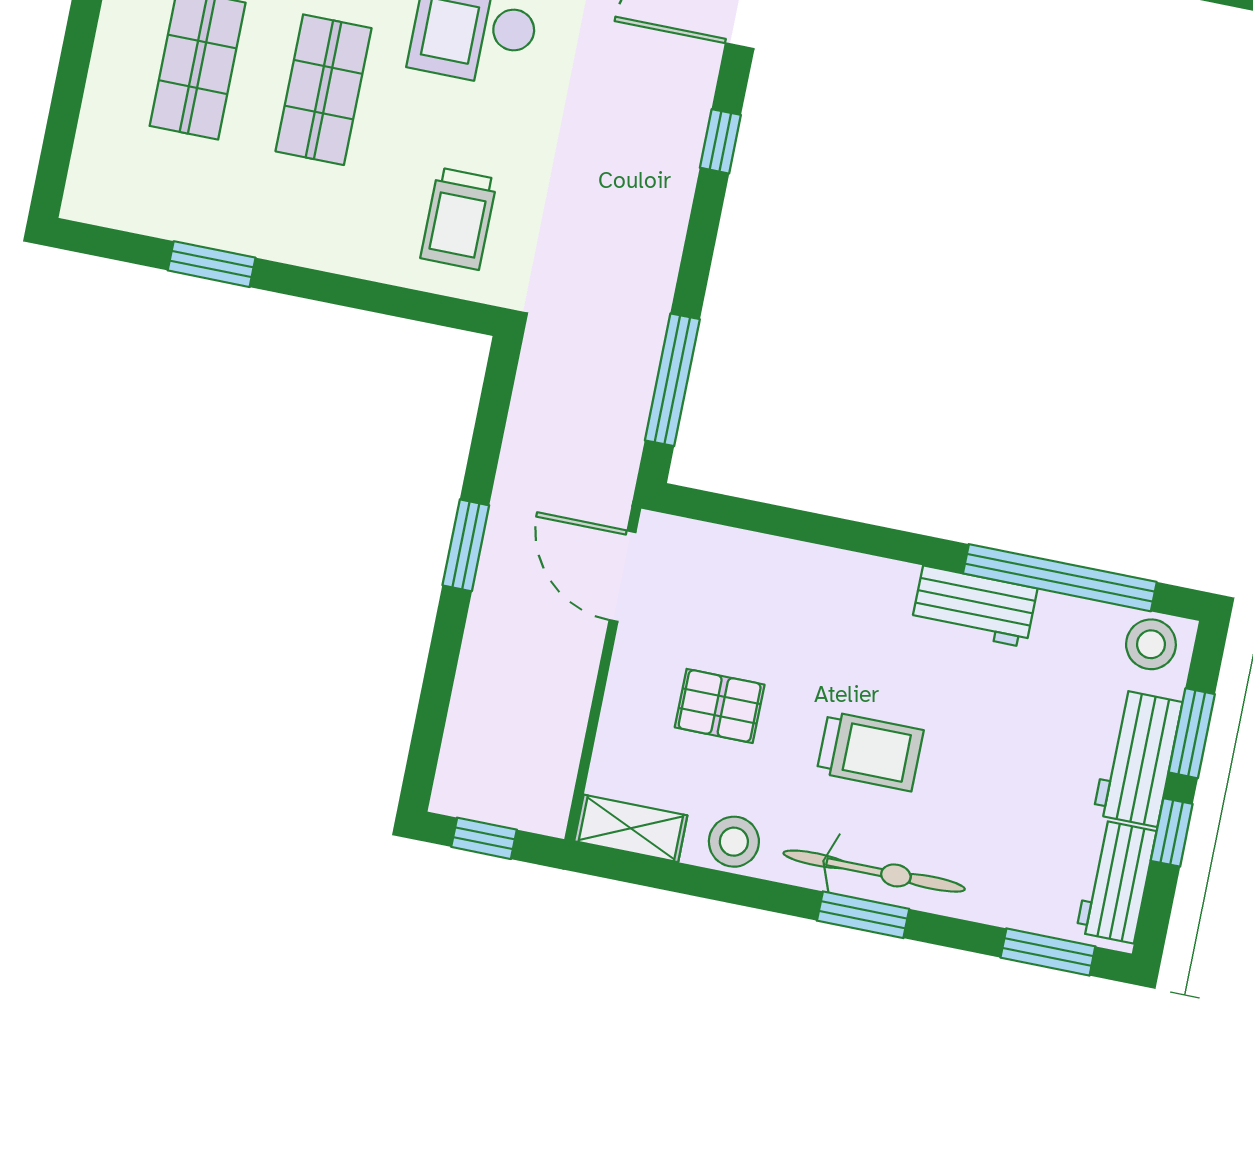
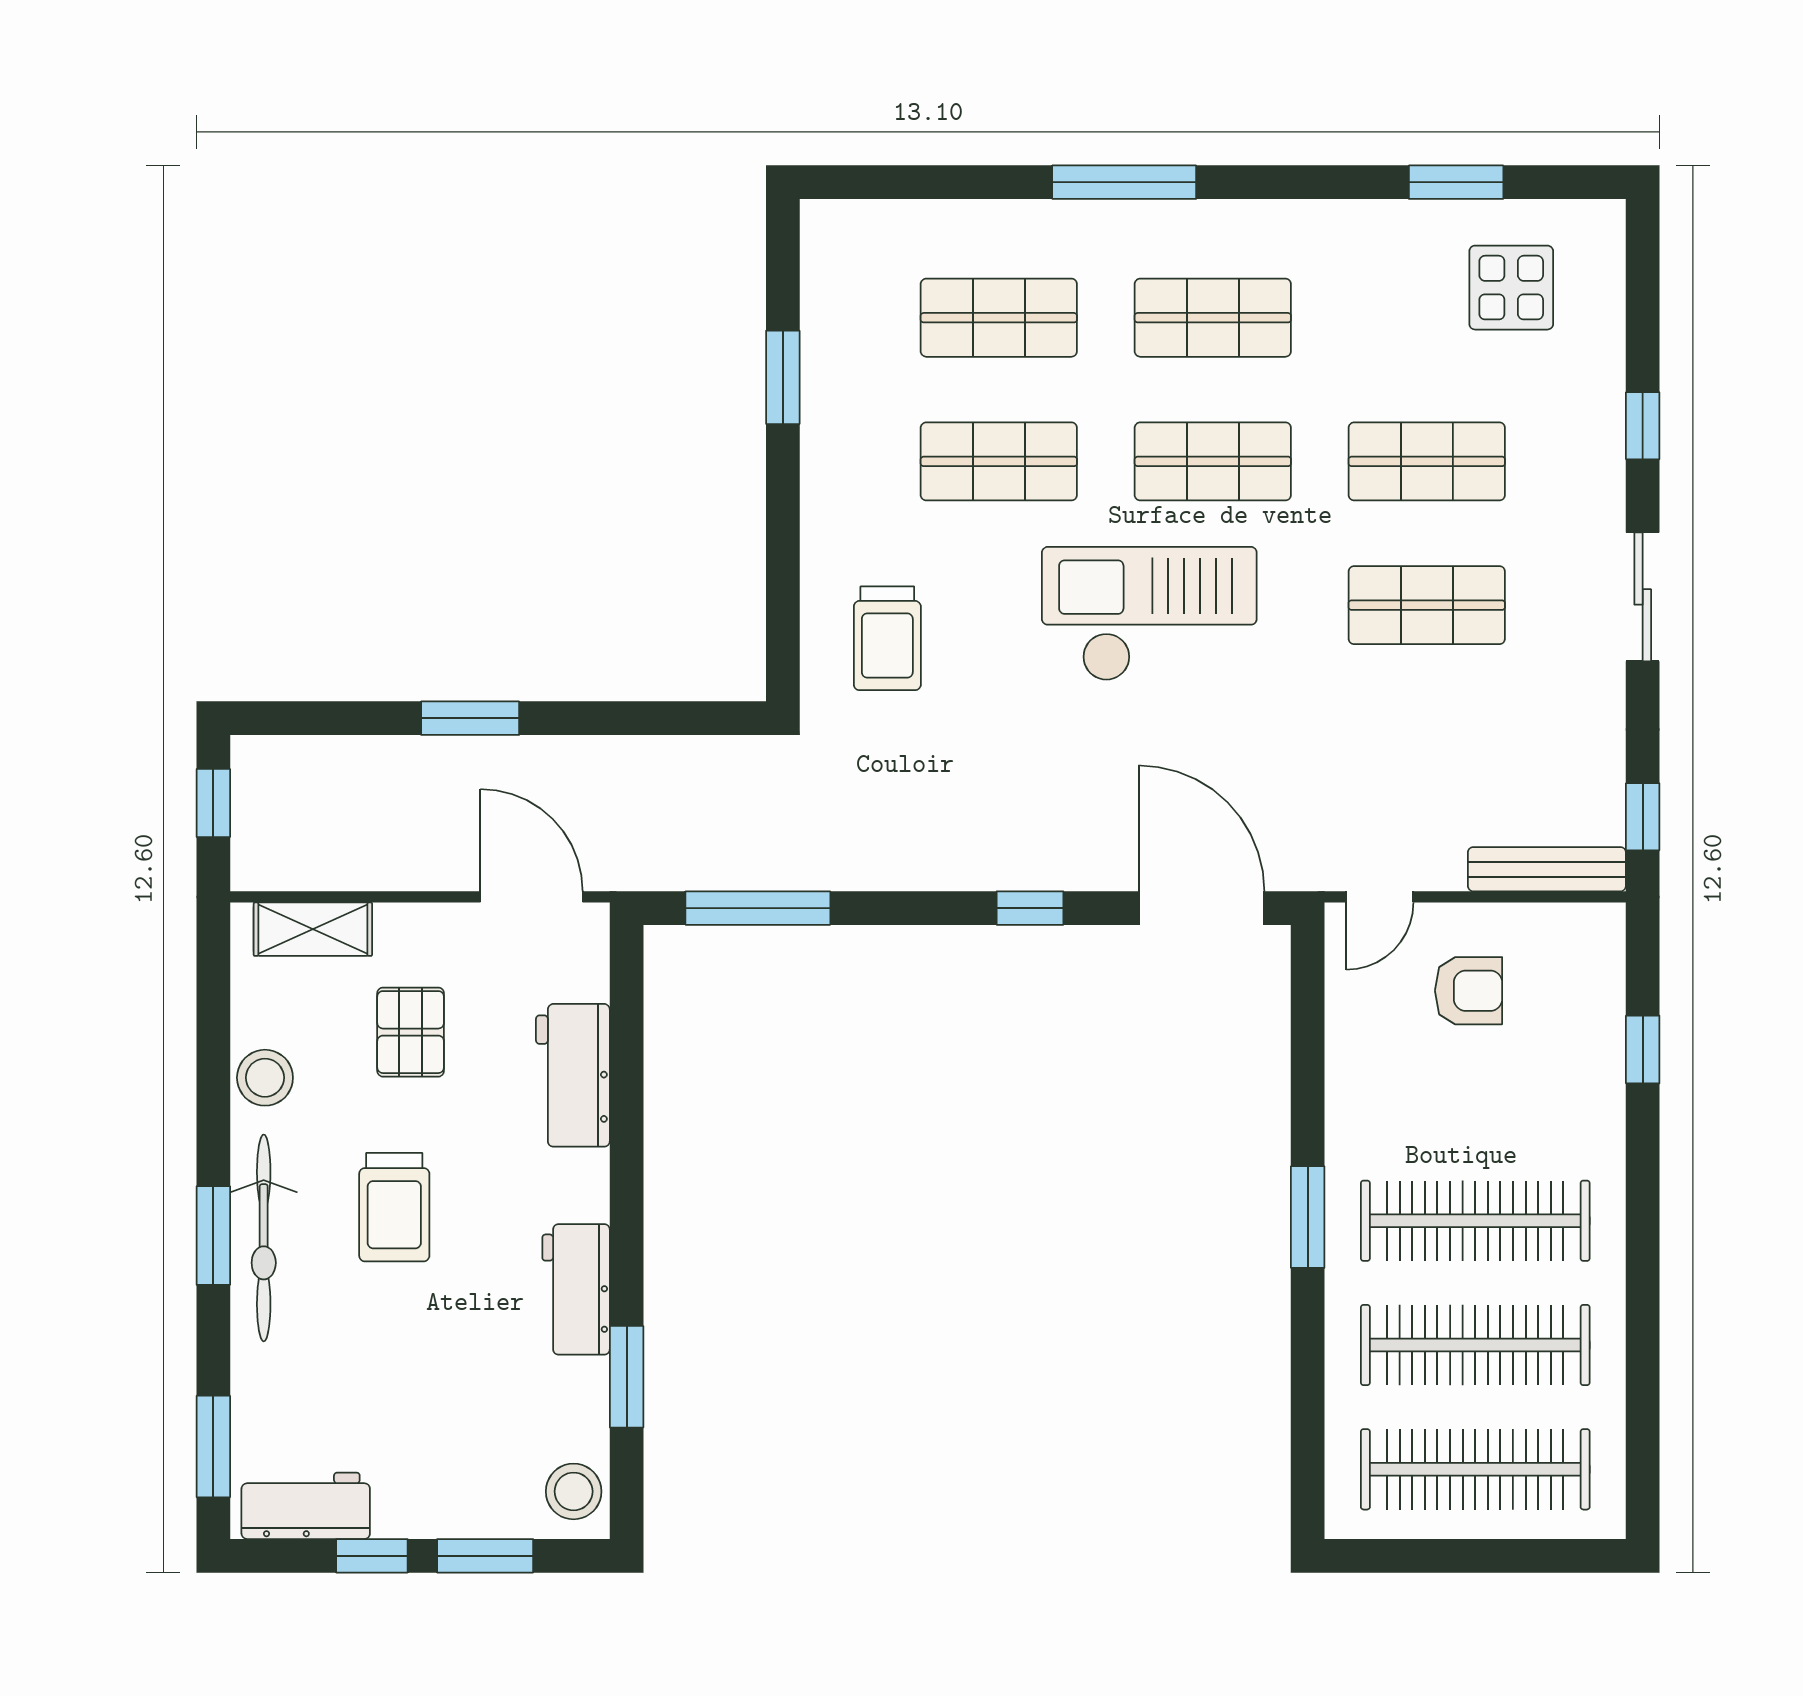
trolley: (459, 219) -> (887, 638), turned -90
window: (466, 545) -> (470, 718), moved
door: (623, 576) -> (532, 897), hinge flipped
window: (1060, 578) -> (627, 1377), width x0.47
workbench: (1138, 758) -> (573, 1075), moved, turned -90
shelving: (631, 828) -> (313, 929), moved, turned 90

